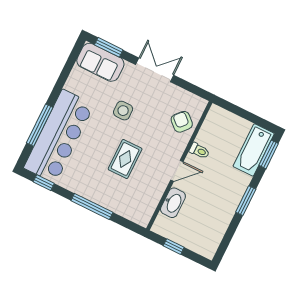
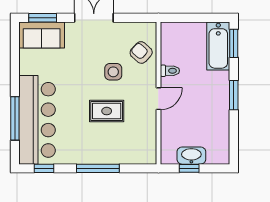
side table: (123, 111) -> (113, 72), moved
rug: (125, 159) -> (107, 111), turned 90
washbasin: (173, 203) -> (191, 156), moved, turned -90

